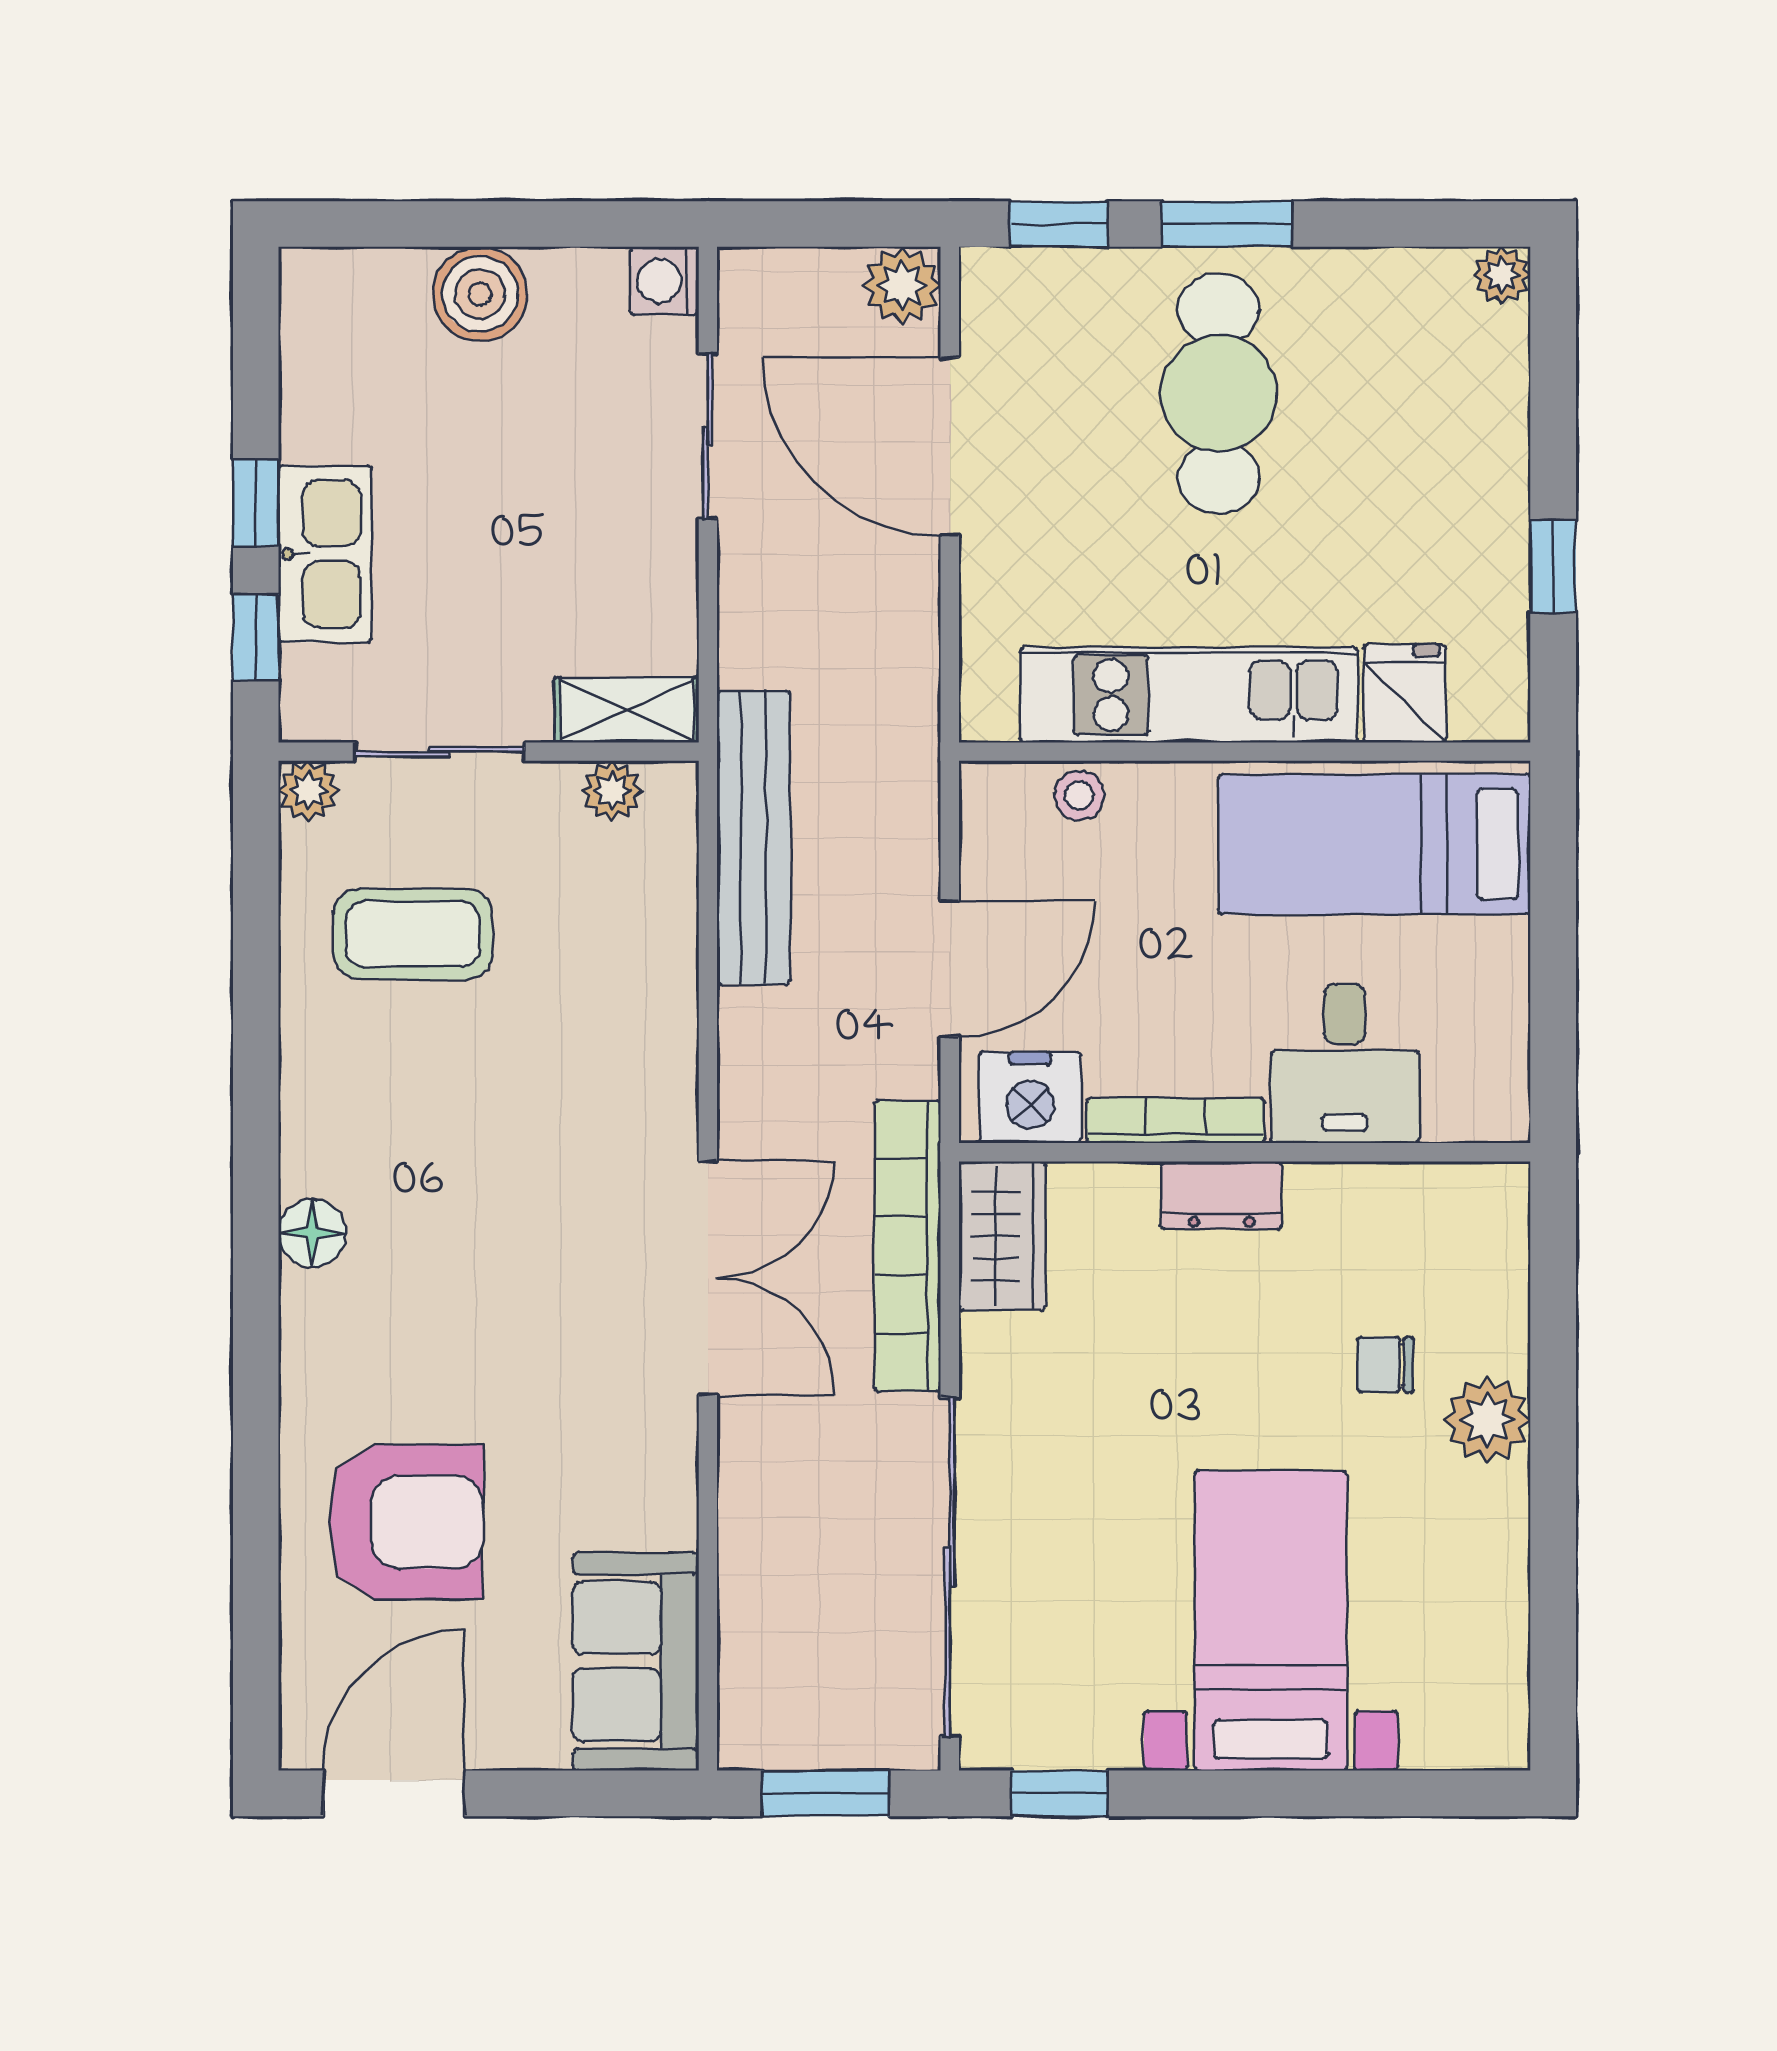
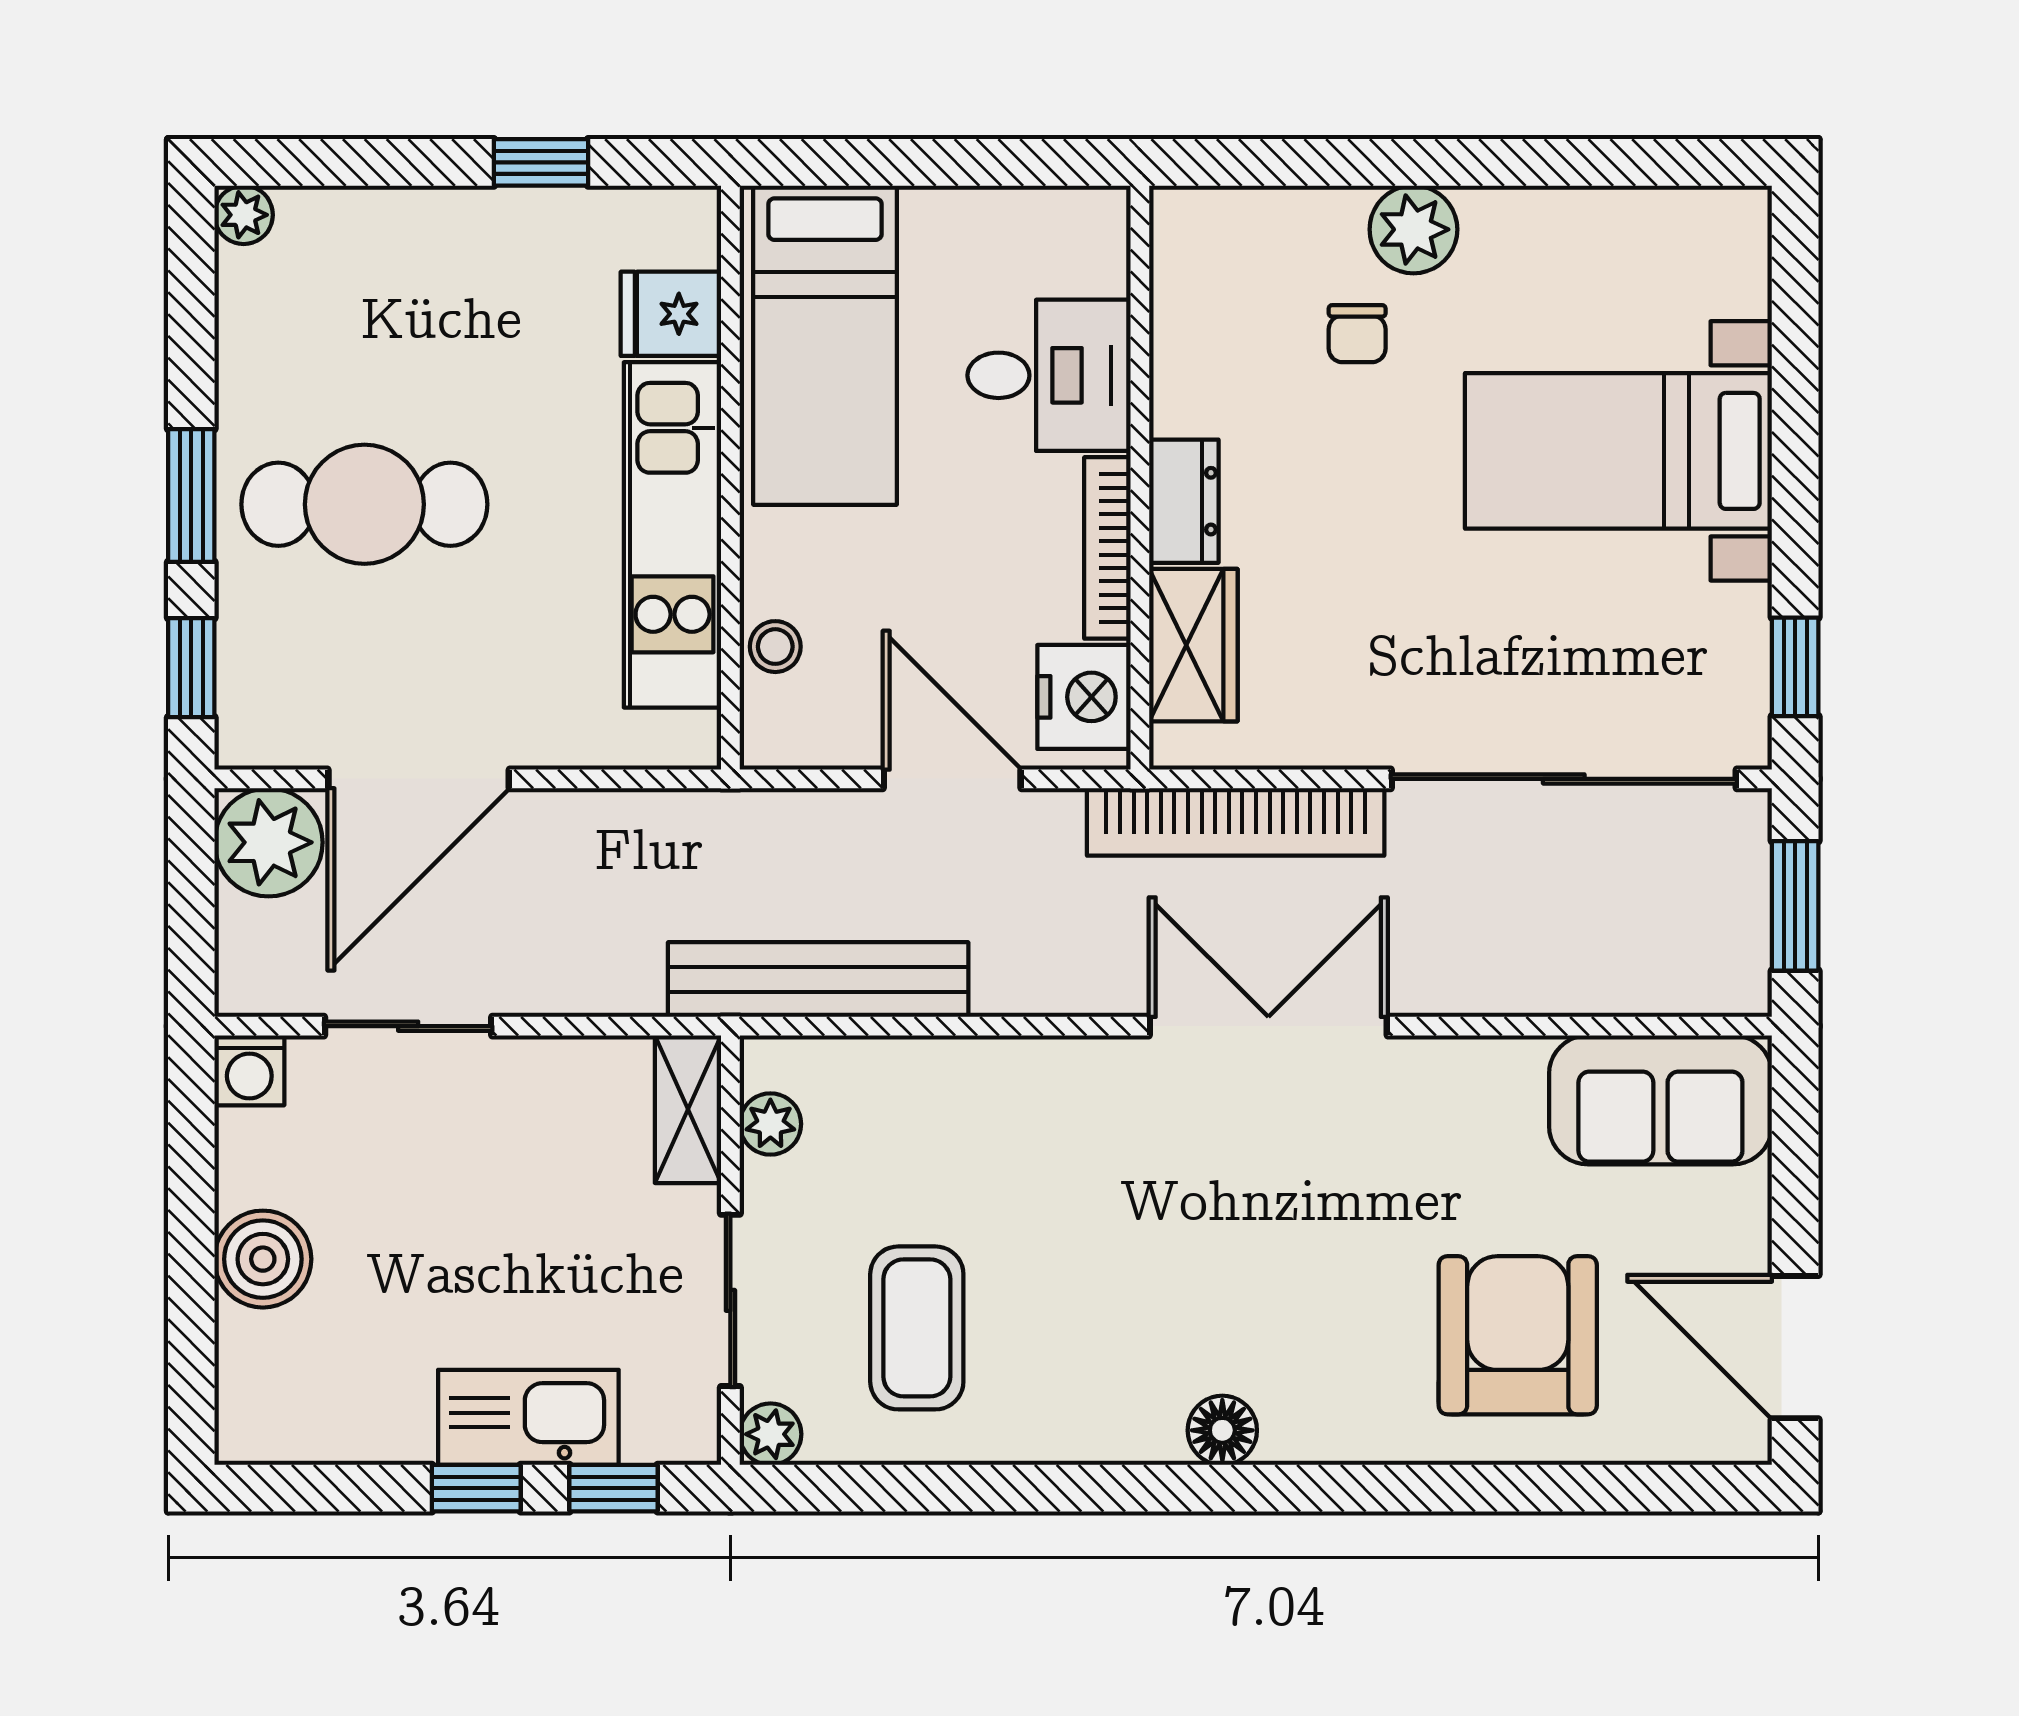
plant: (902, 285) -> (269, 842), width x1.36, depth x1.36
wardrobe: (1002, 1236) -> (1193, 645), moved, turned 90

